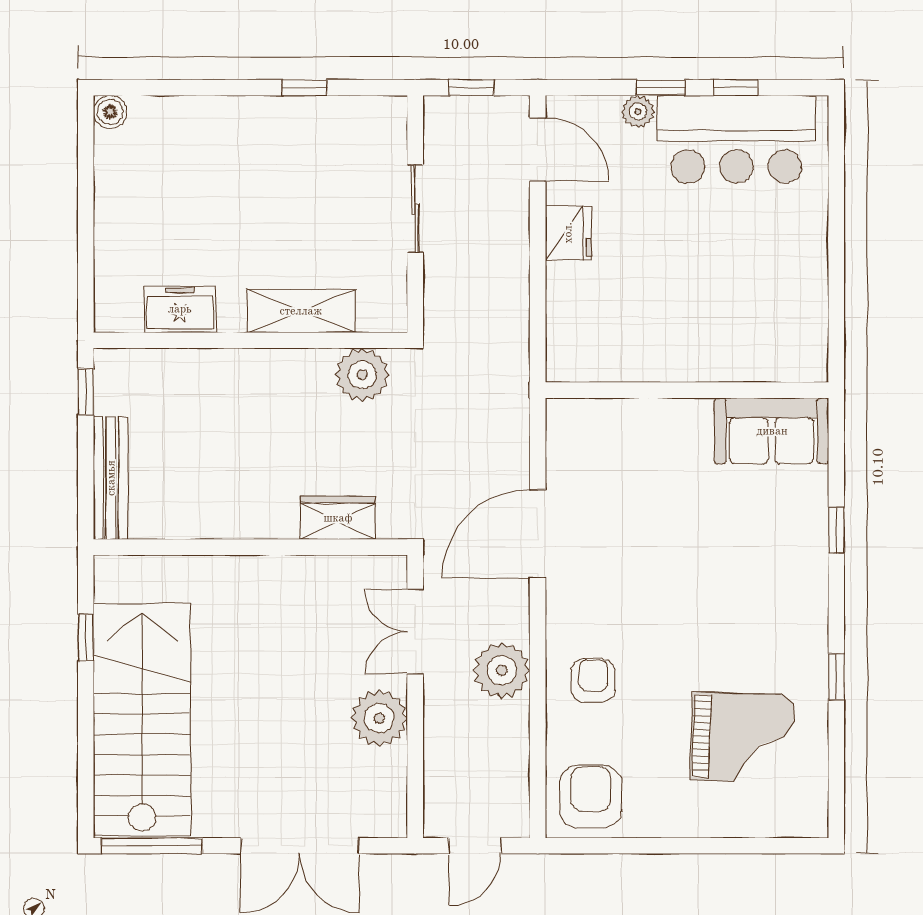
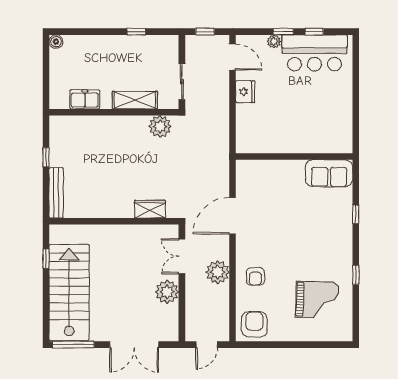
freezer: (180, 309) -> (85, 99), moved
shelving: (301, 311) -> (135, 100), moved
wall: (250, 340) -> (114, 112), moved
plant: (362, 375) -> (160, 126), moved
armchair: (593, 681) -> (255, 276), turned 180

